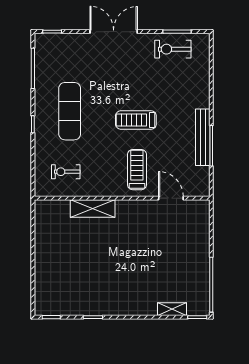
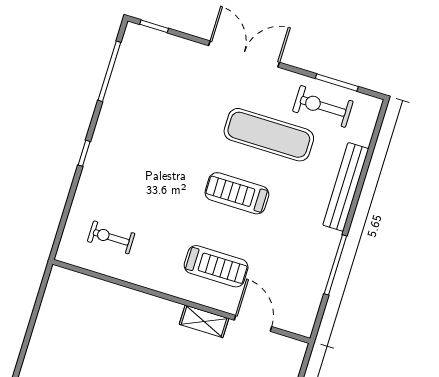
exercise mat: (70, 111) -> (269, 135), moved, turned 90
bench: (203, 137) -> (346, 187), moved
treadmill: (137, 170) -> (216, 266), turned 90
shelving: (93, 209) -> (204, 321), moved, width x0.67, depth x0.75

